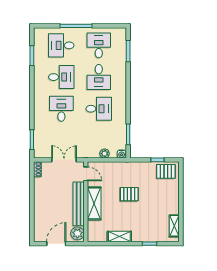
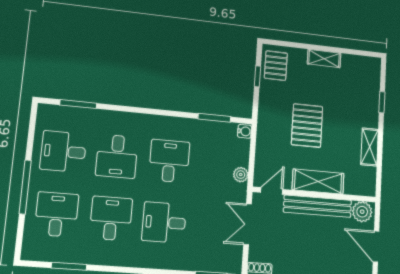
desk: (61, 45) -> (57, 214), turned 180
desk: (99, 77) -> (117, 156), turned 90
plant: (105, 154) -> (241, 175), moved
pallet: (129, 194) -> (307, 126), width x1.50, depth x1.42
shelving: (174, 226) -> (324, 58), moved

